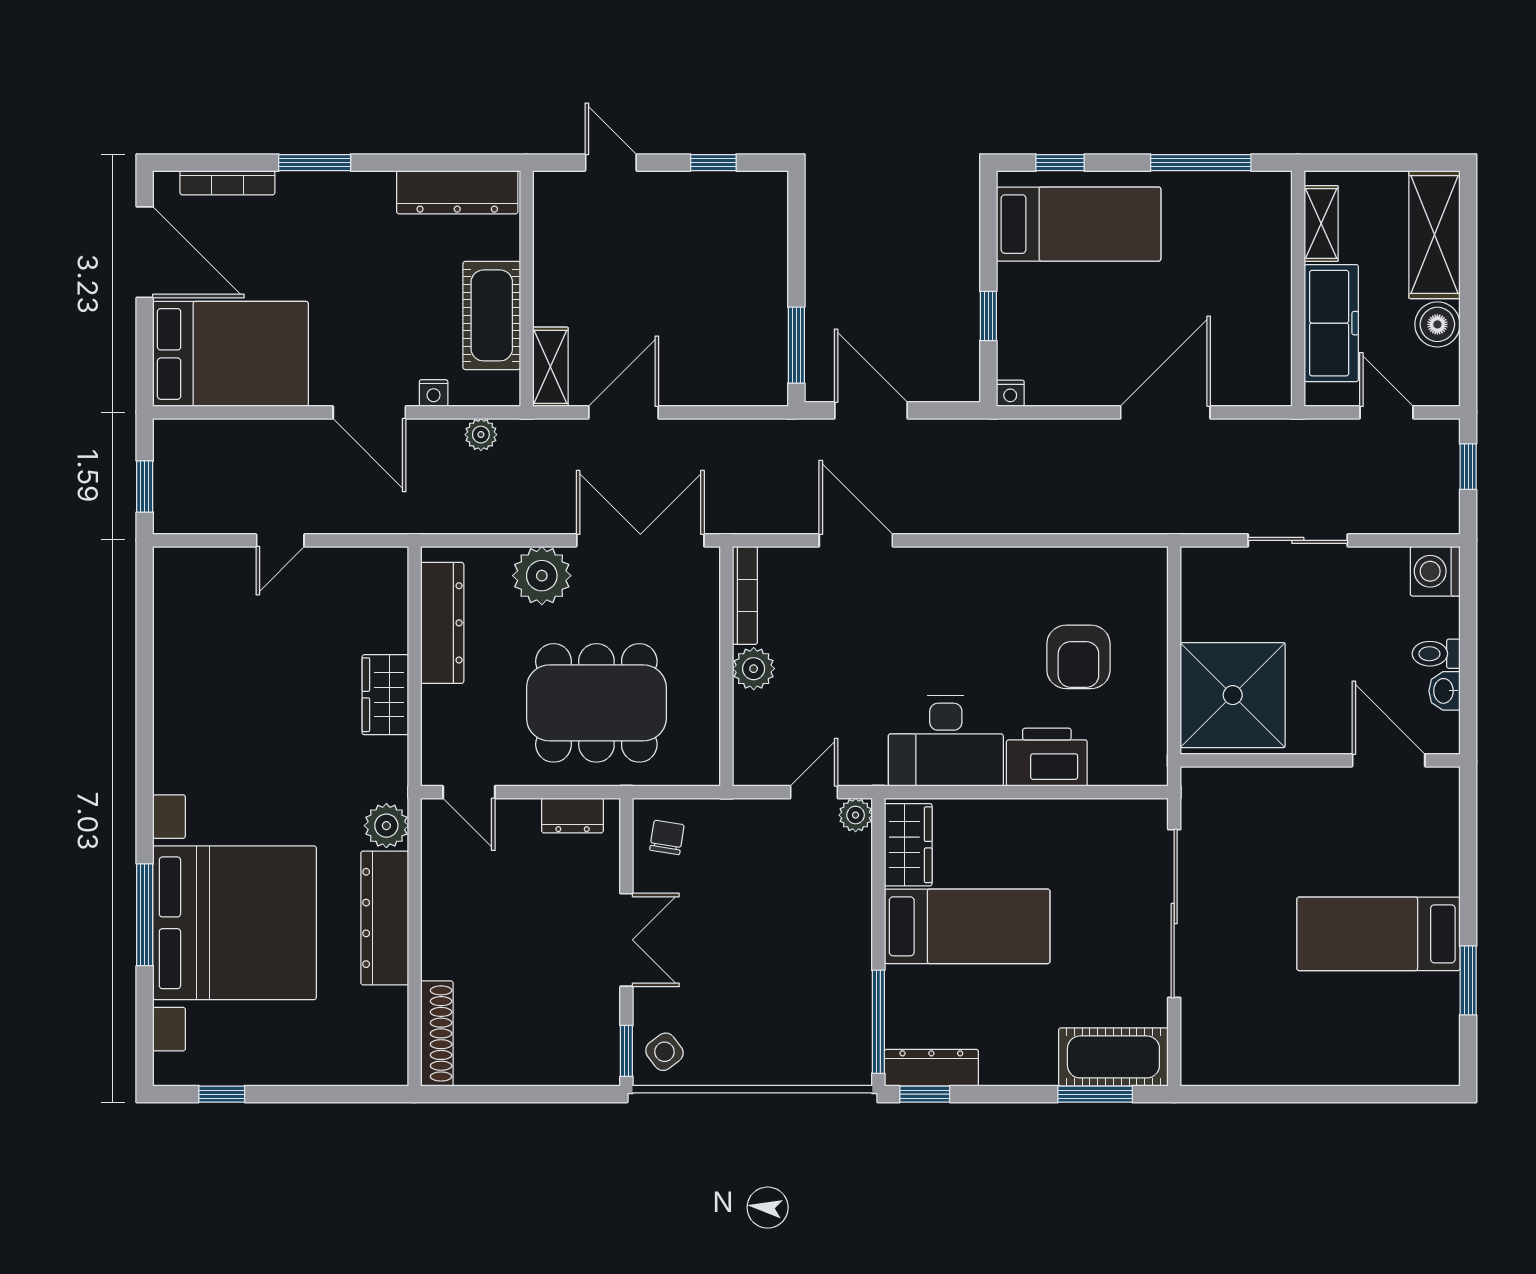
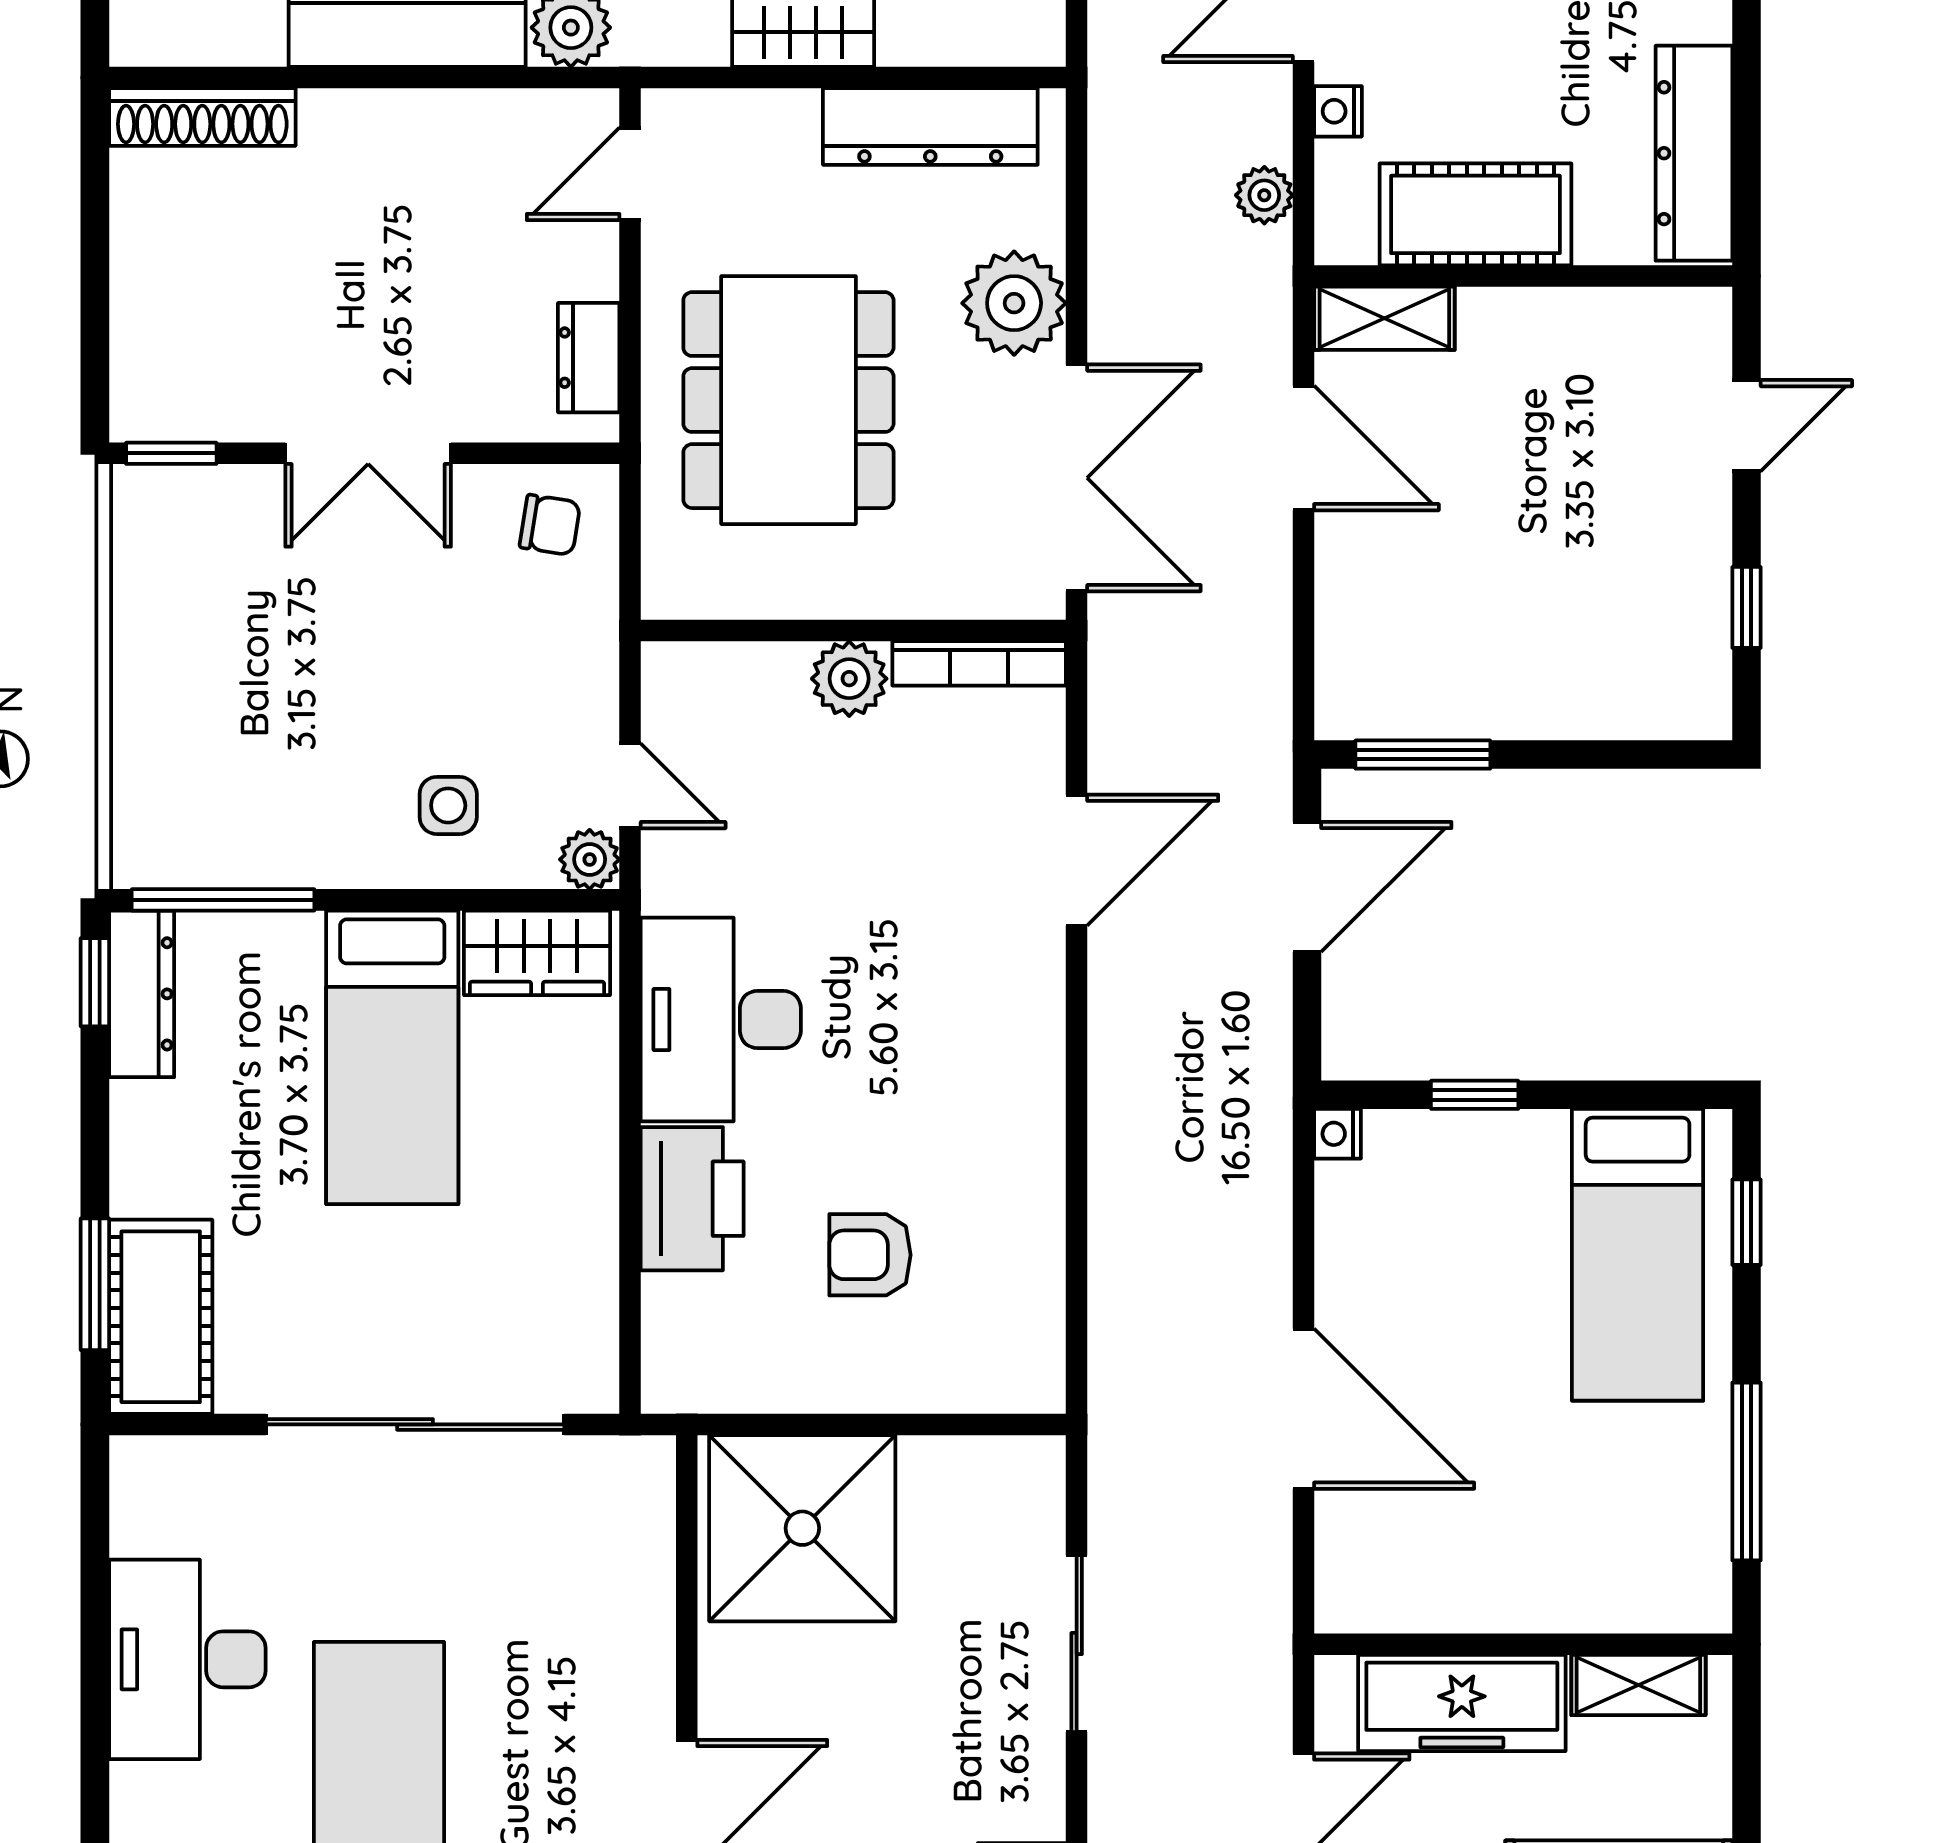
armchair: (1078, 657) -> (870, 1255), width x0.72, depth x0.72
desk: (1307, 1042) -> (187, 1659), added
side table: (664, 1052) -> (448, 805), moved, turned 37

